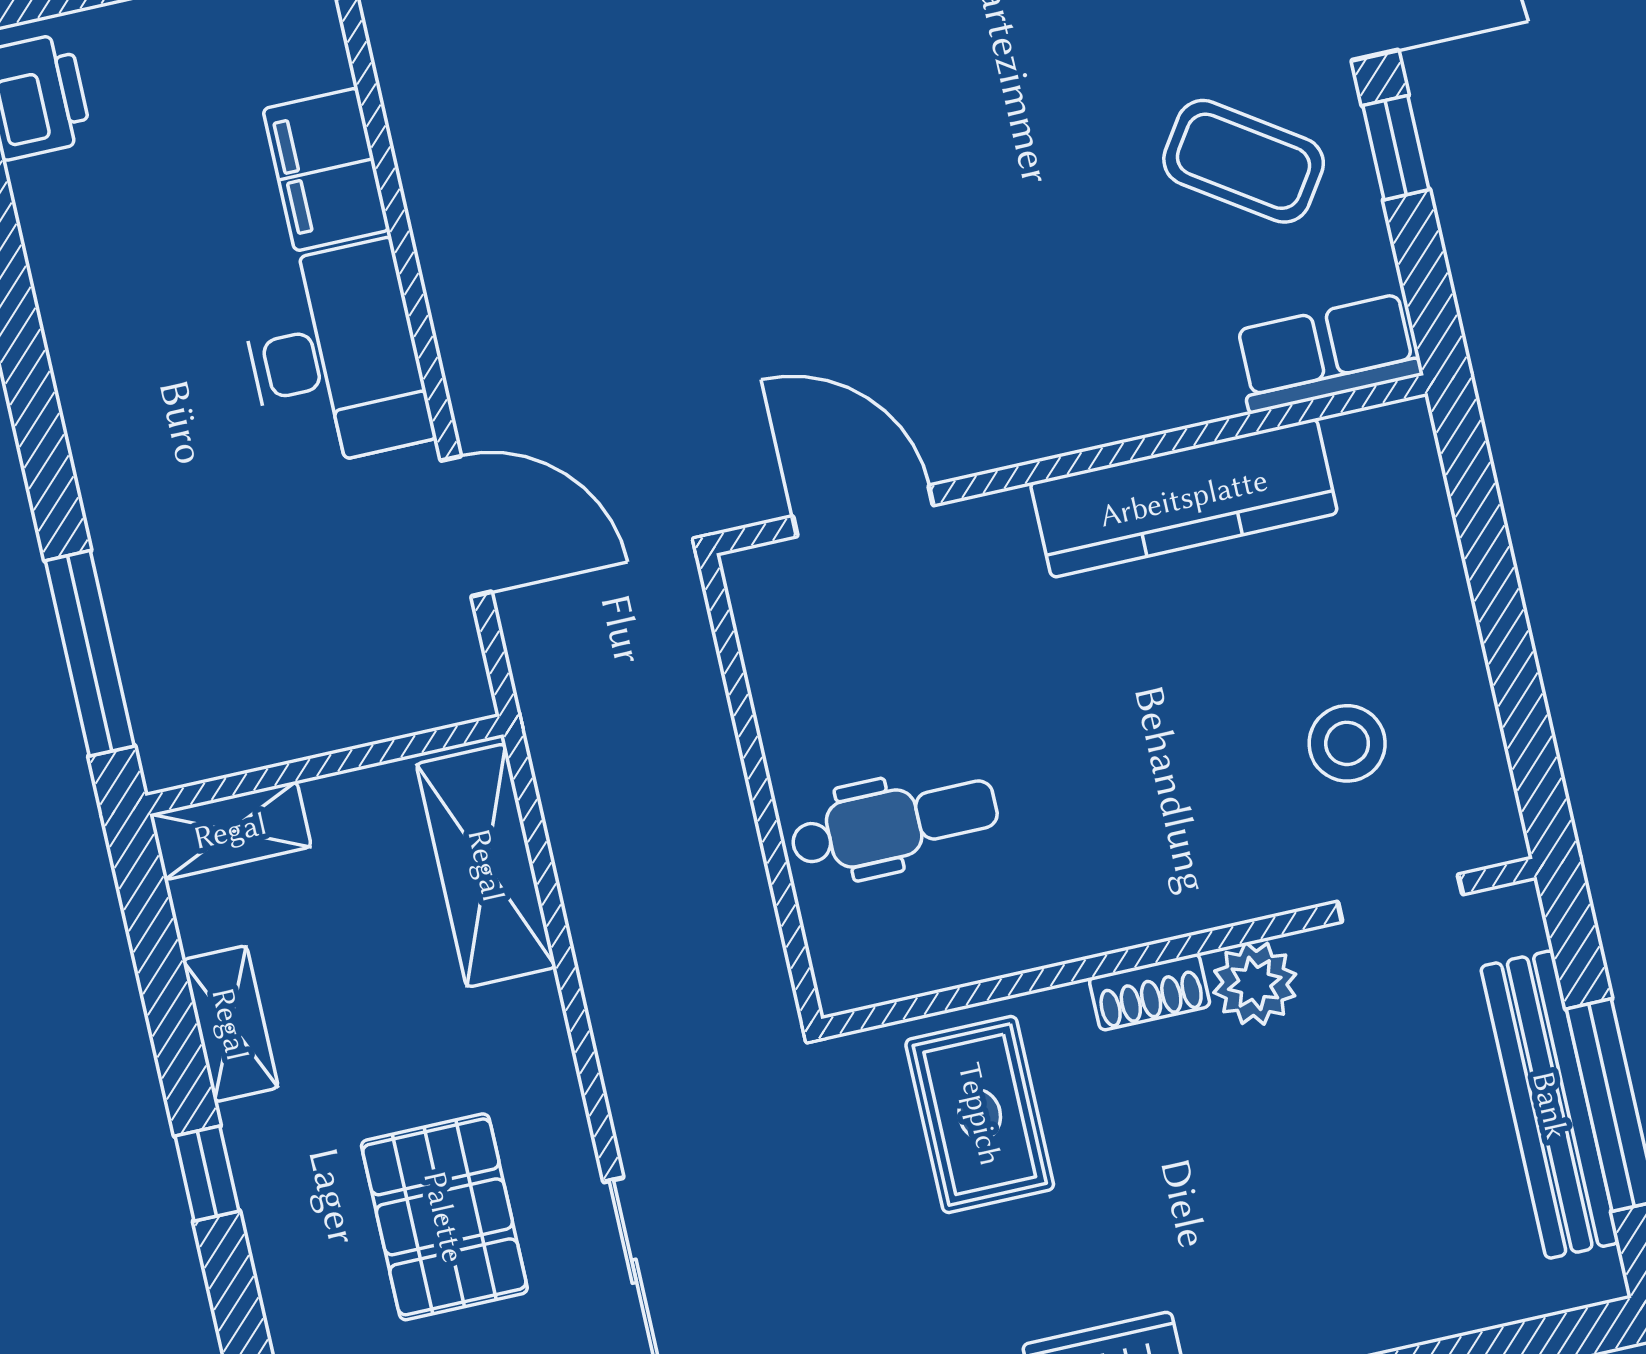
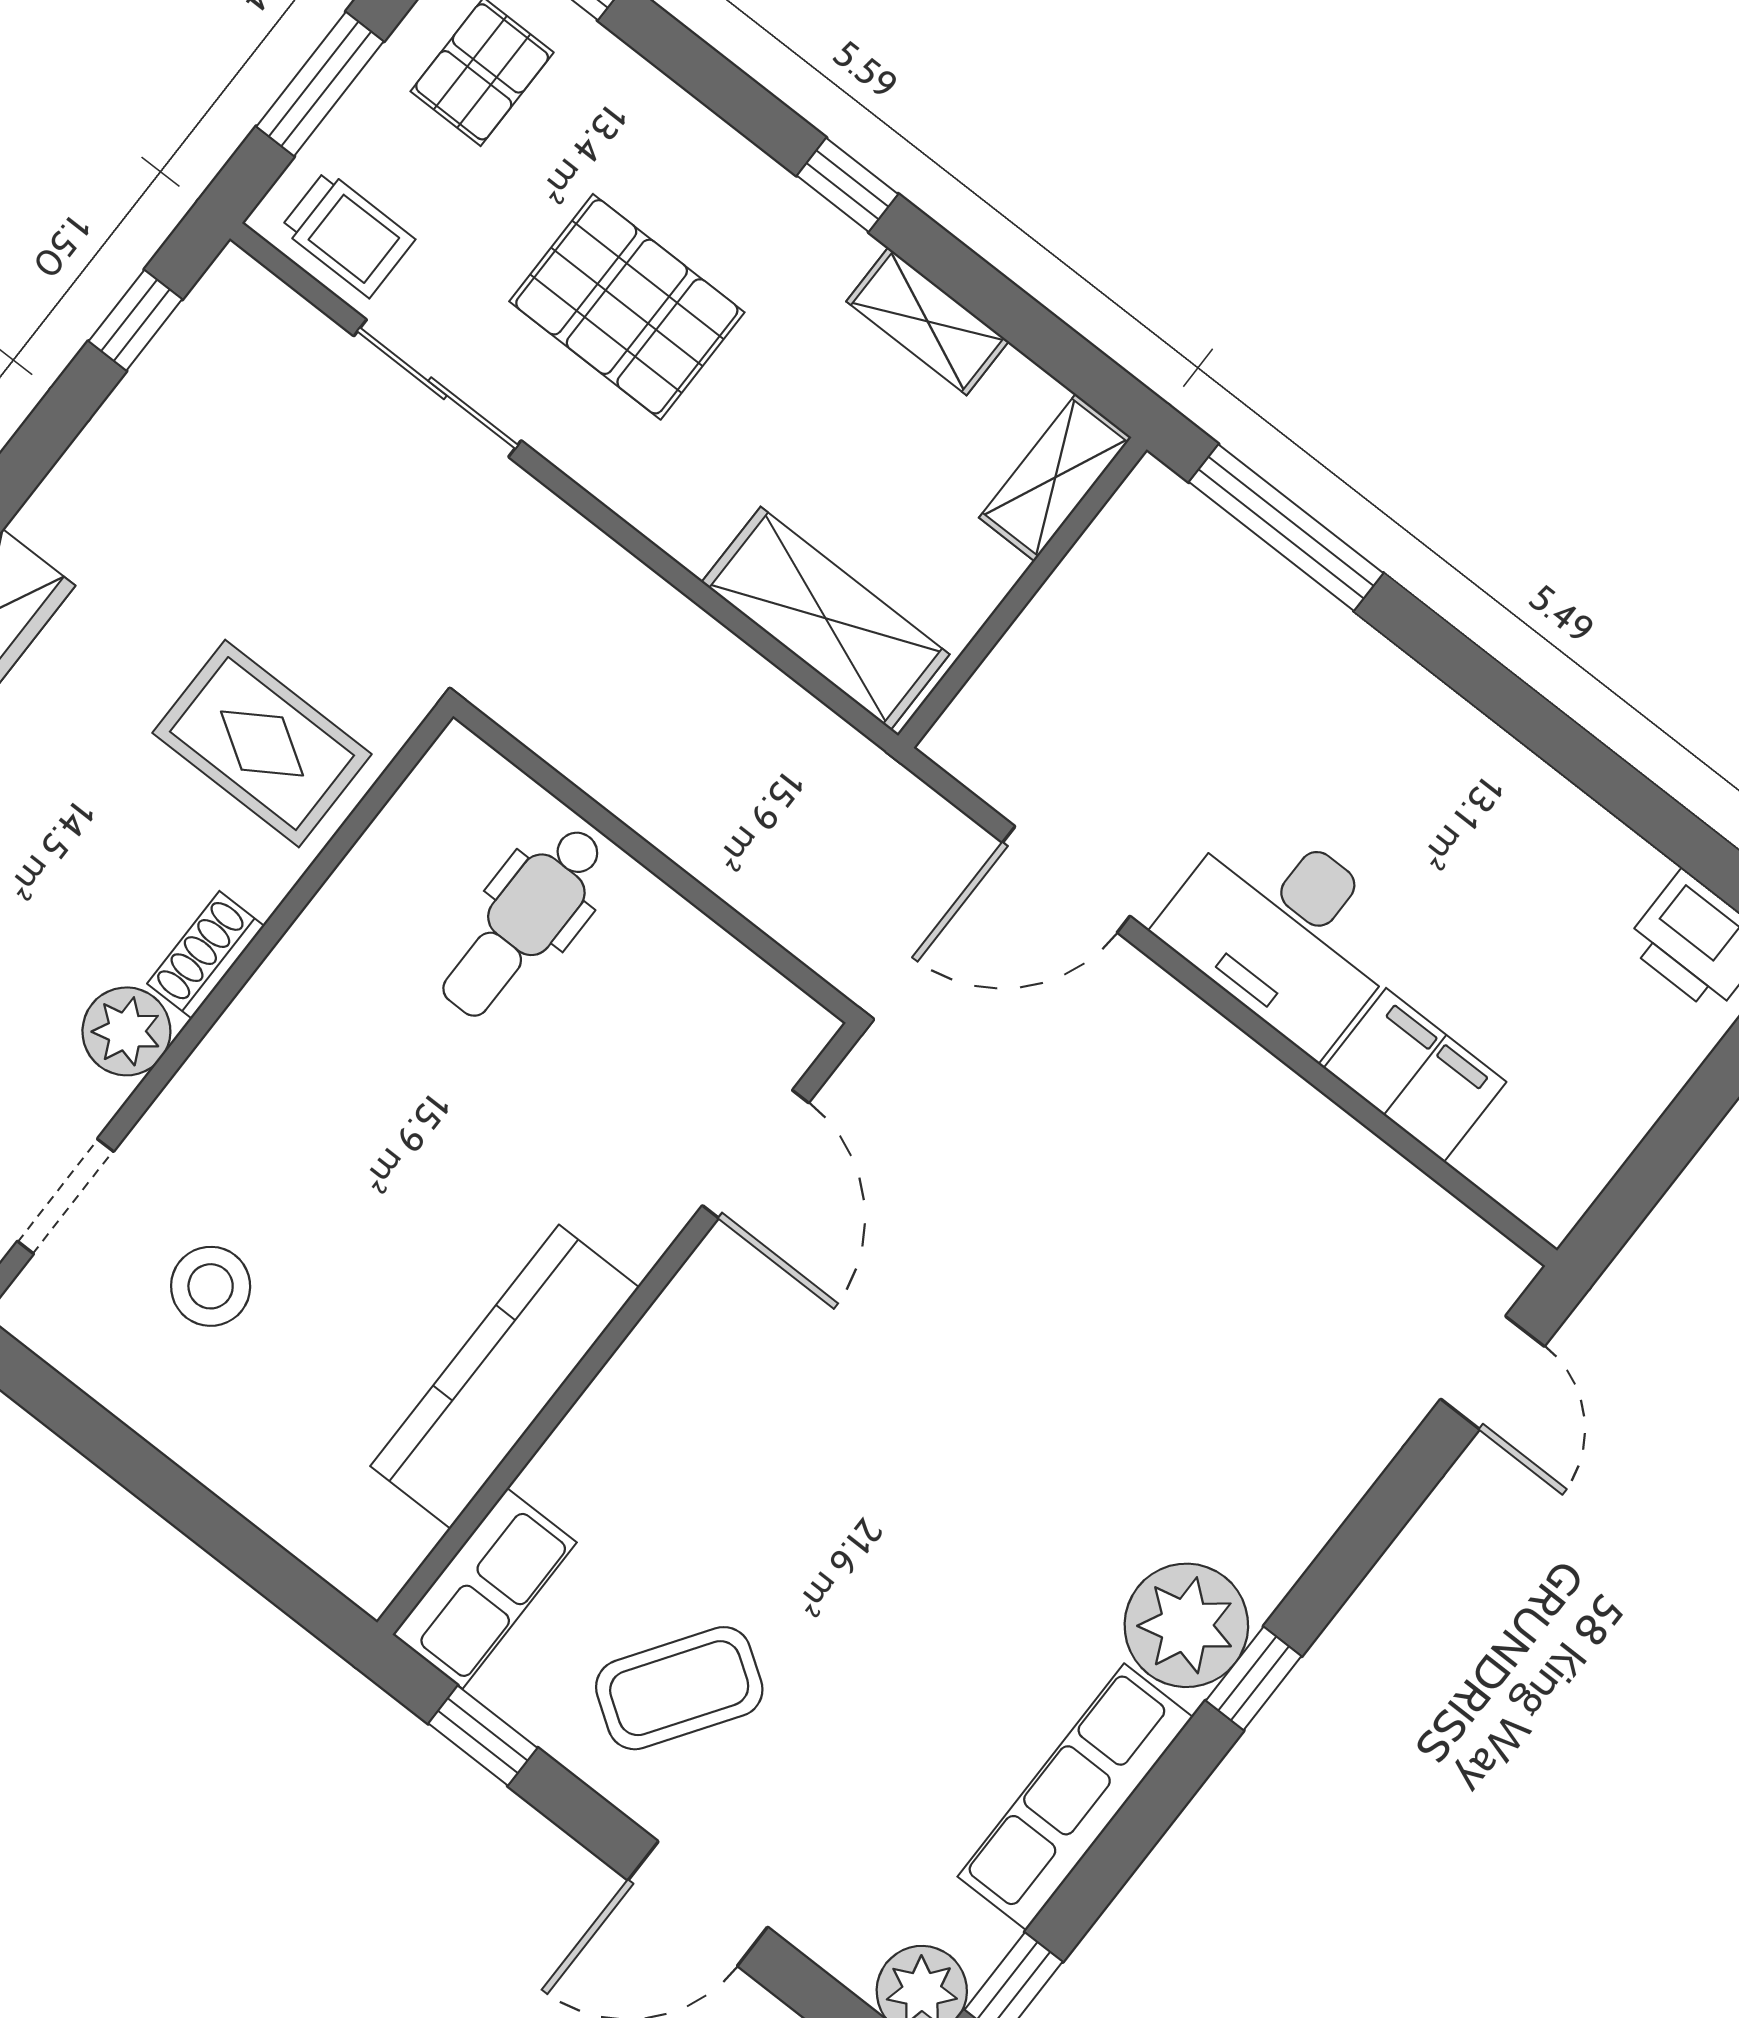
window: (1396, 148) -> (483, 1736), moved
door: (863, 511) -> (755, 1154), hinge flipped

